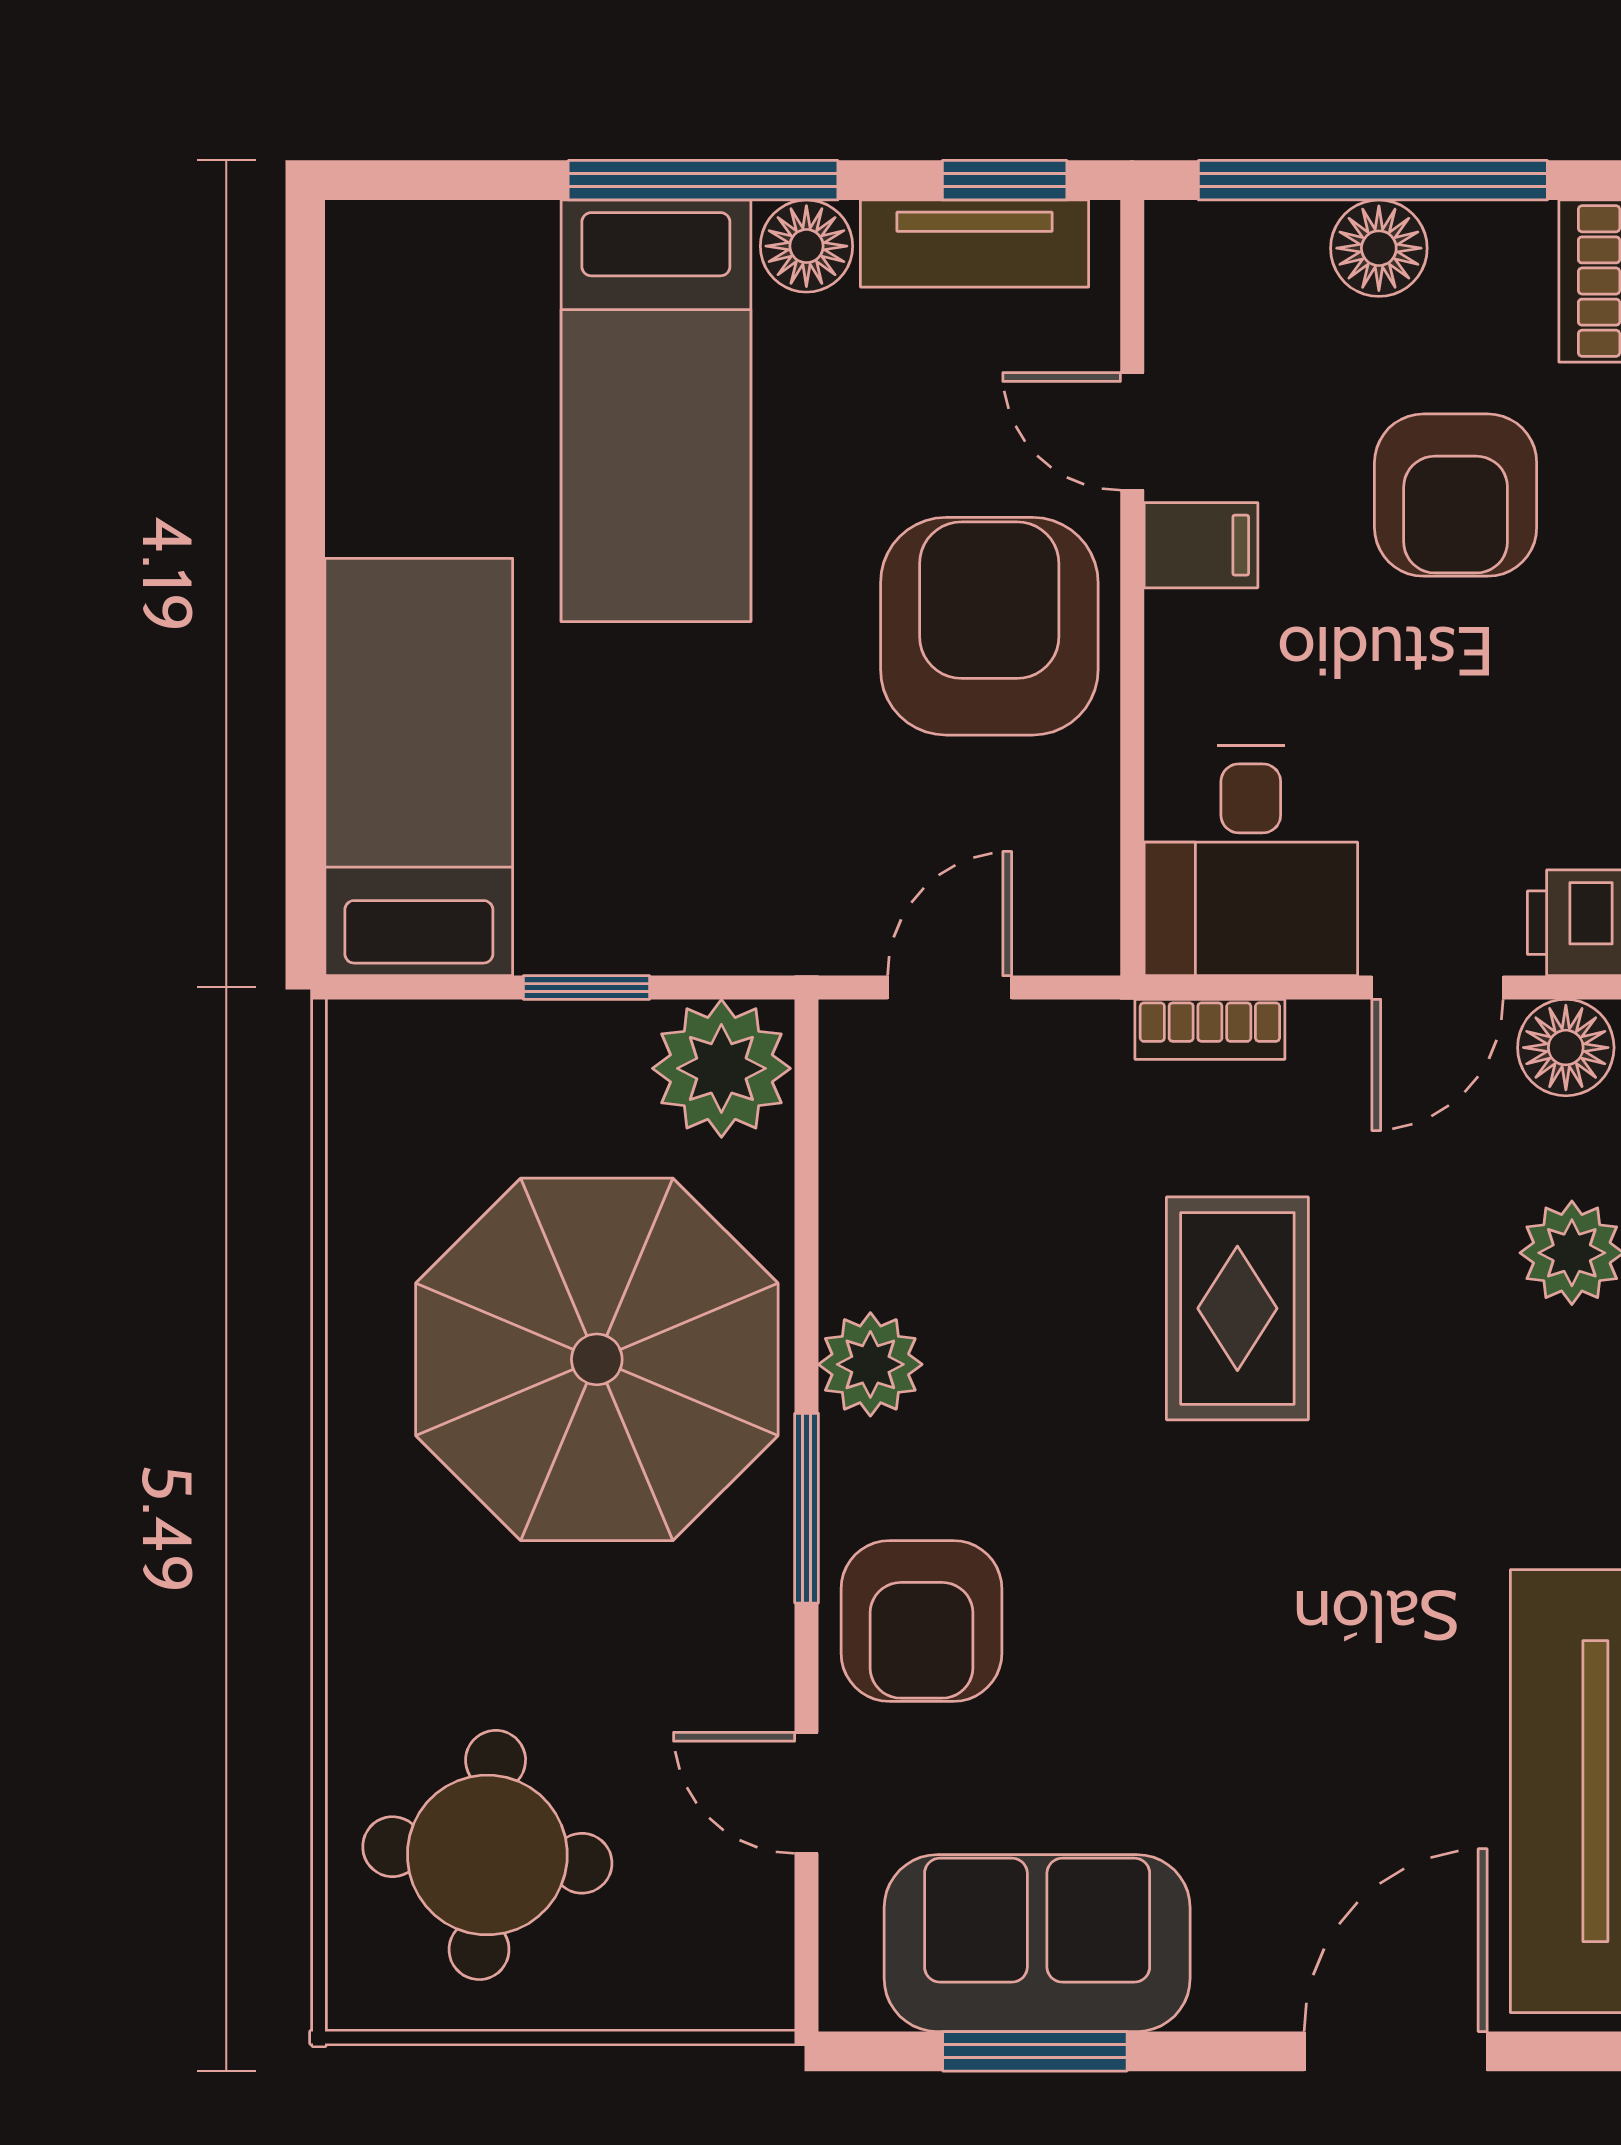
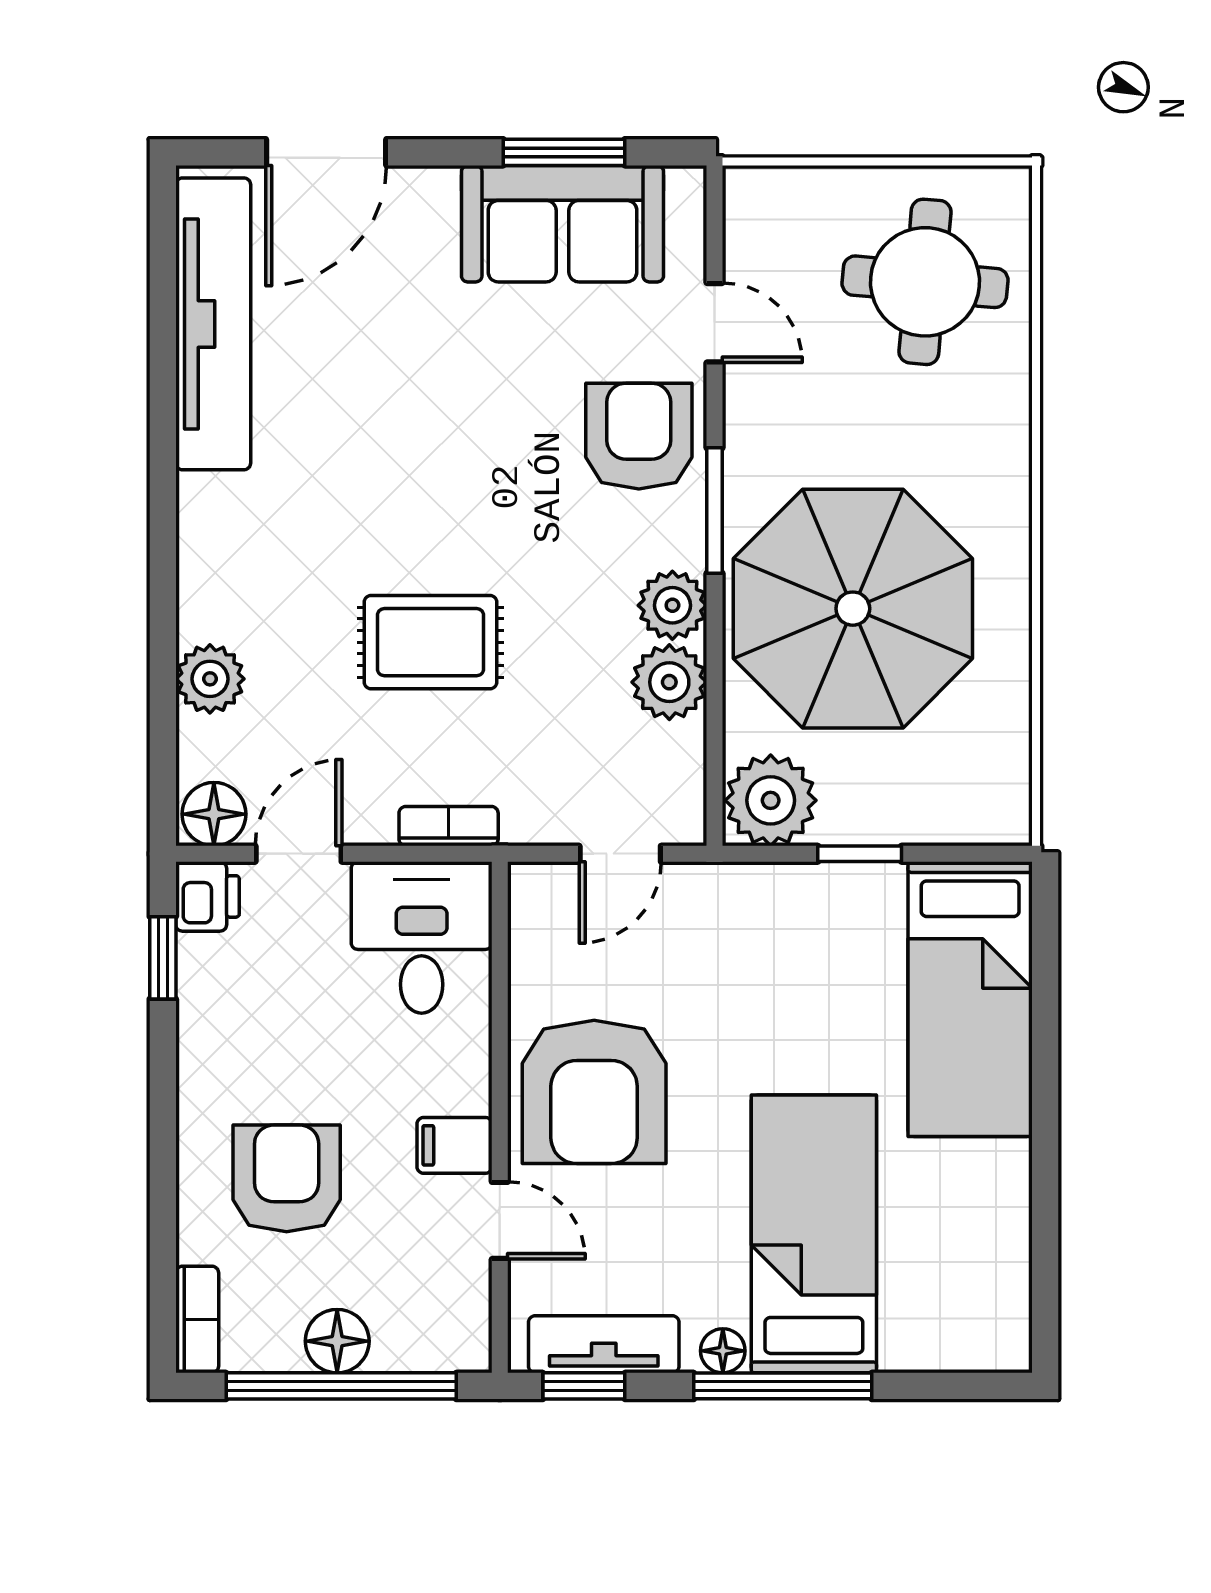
floor lamp: (806, 246) -> (723, 1351), width x0.73, depth x0.73
plant: (875, 1248) -> (669, 682), added
rug: (1237, 1308) -> (430, 642), turned 90

